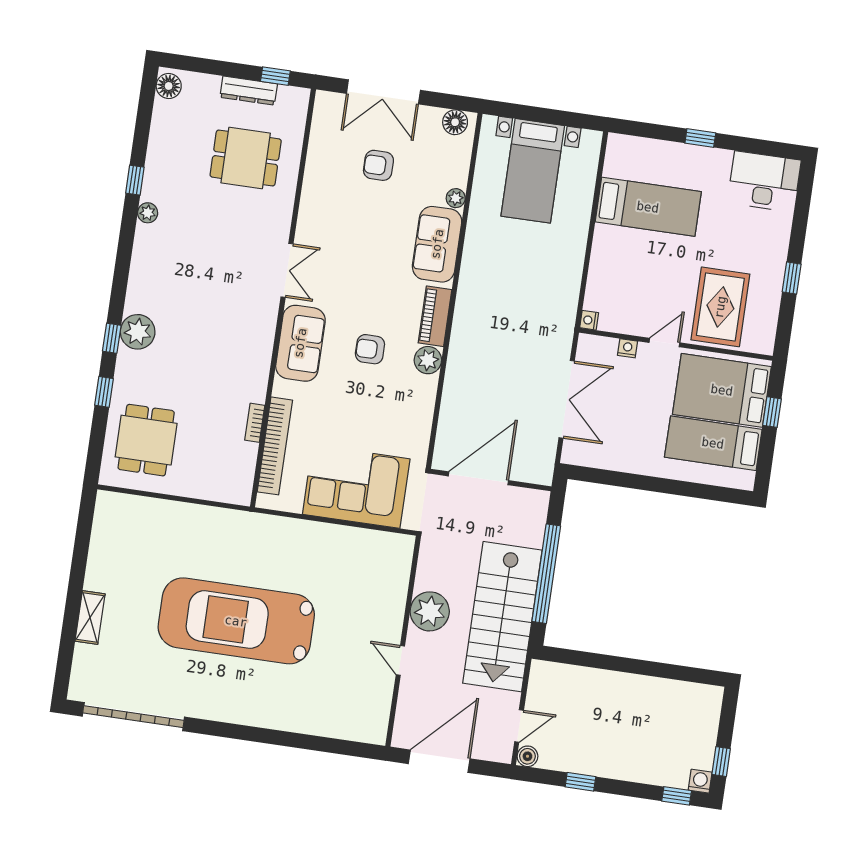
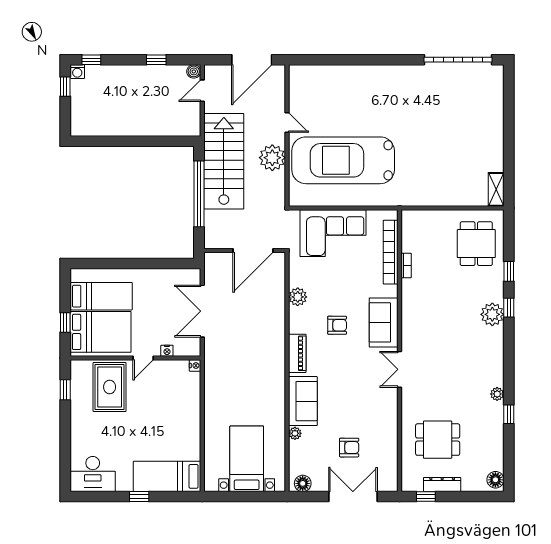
bed: (648, 207) -> (167, 476), moved
window: (792, 278) -> (65, 390), moved
plant: (428, 360) -> (298, 297), moved
shelving: (90, 618) -> (496, 189), moved
car: (236, 621) -> (343, 160), moved, turned 180

